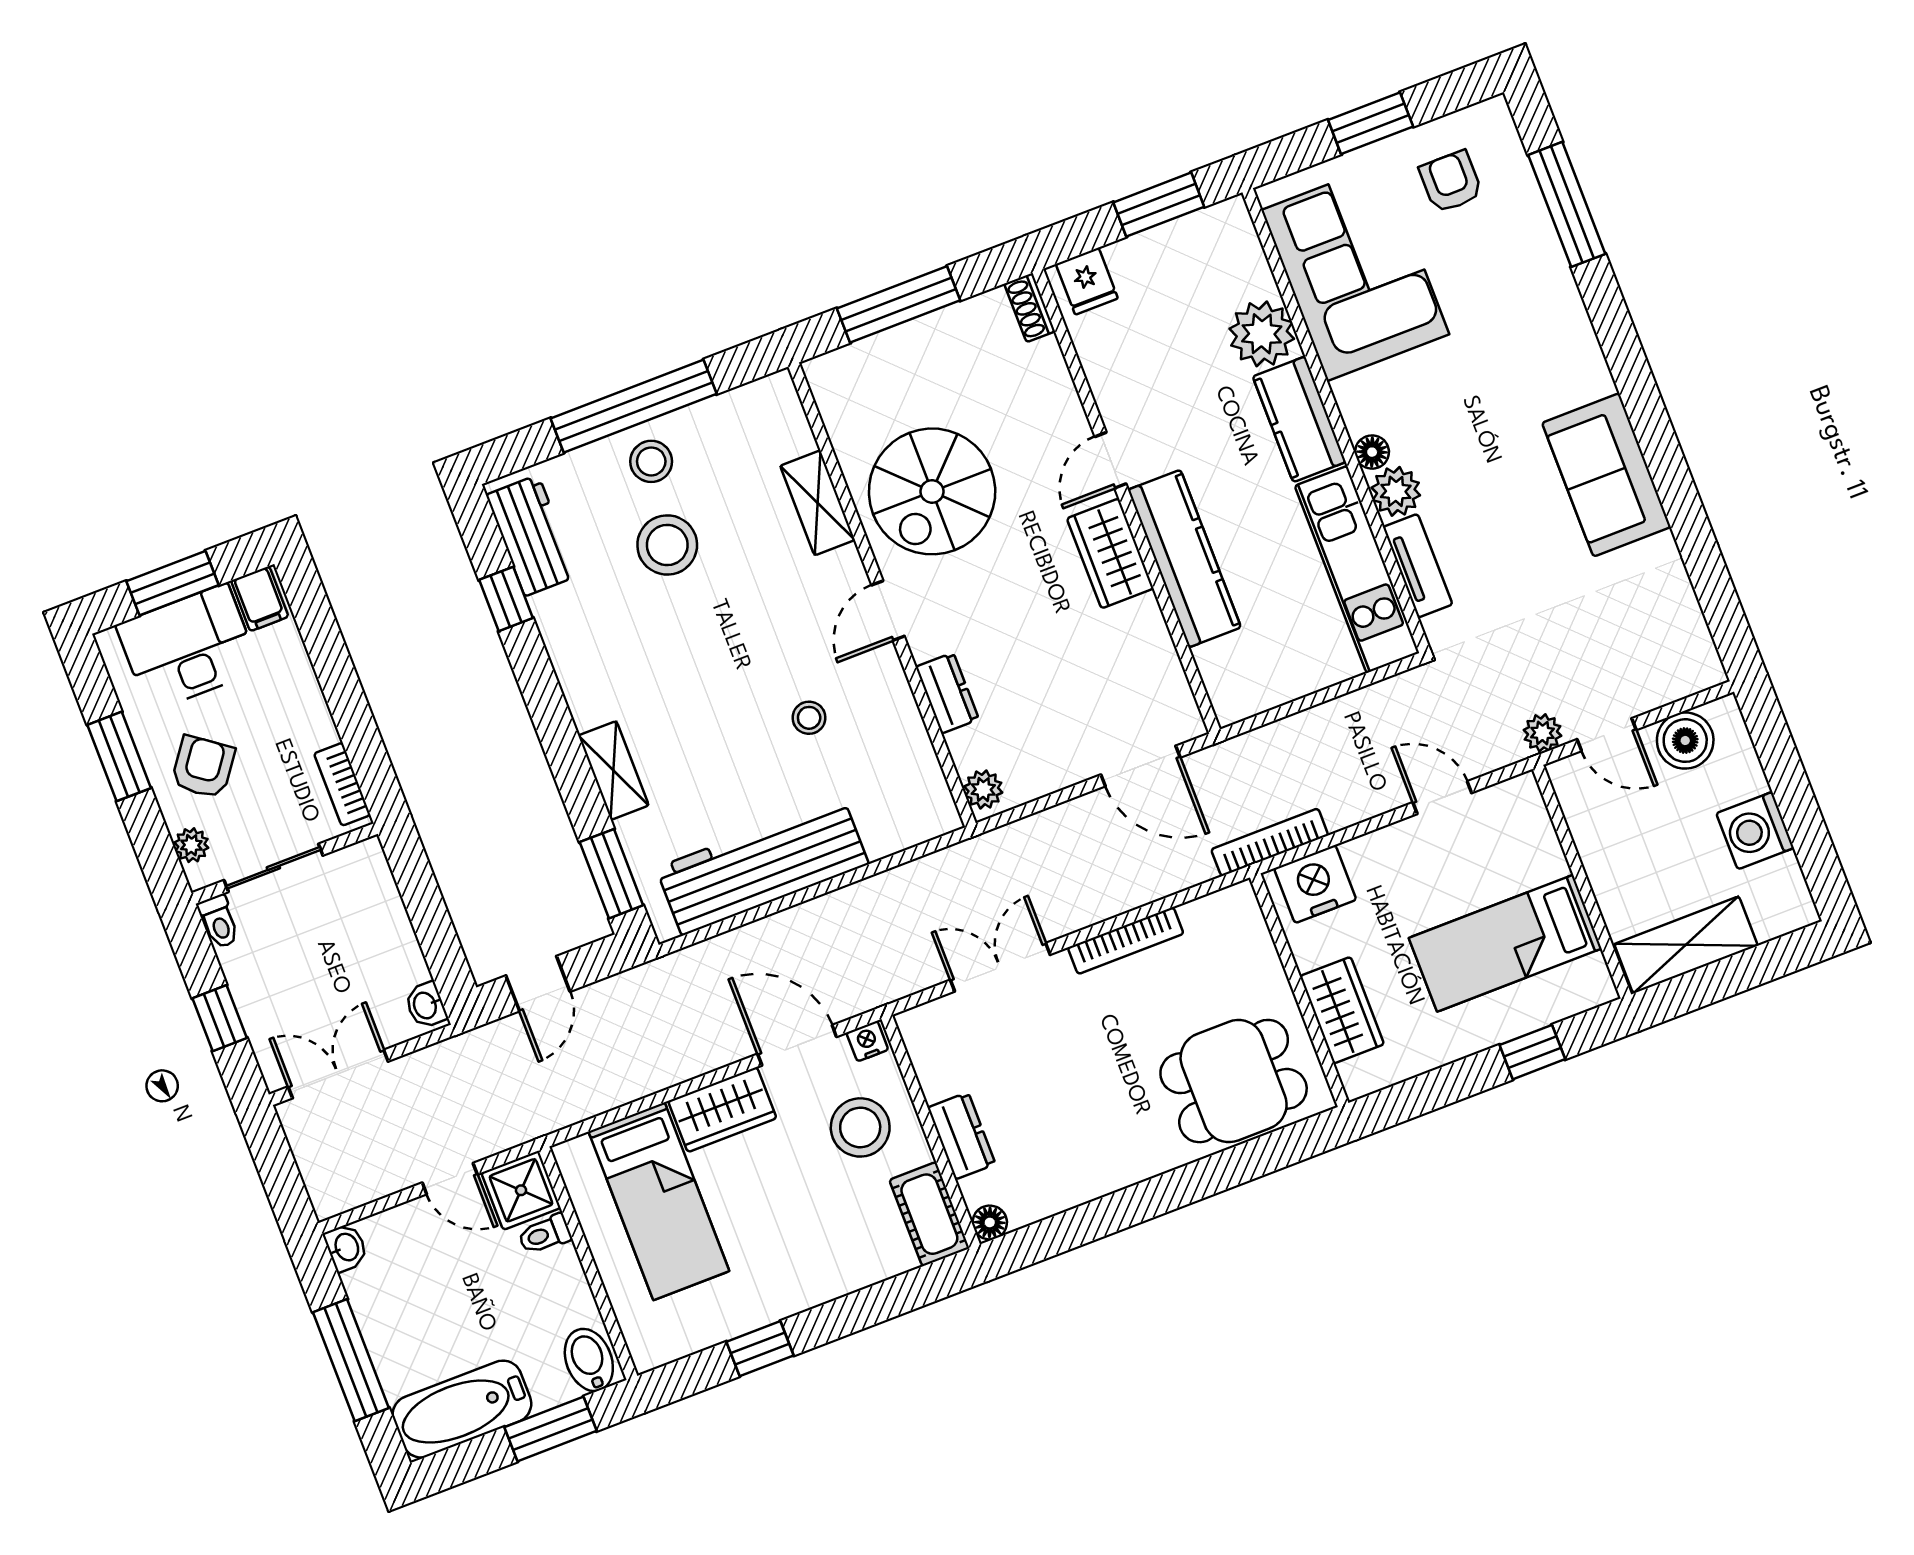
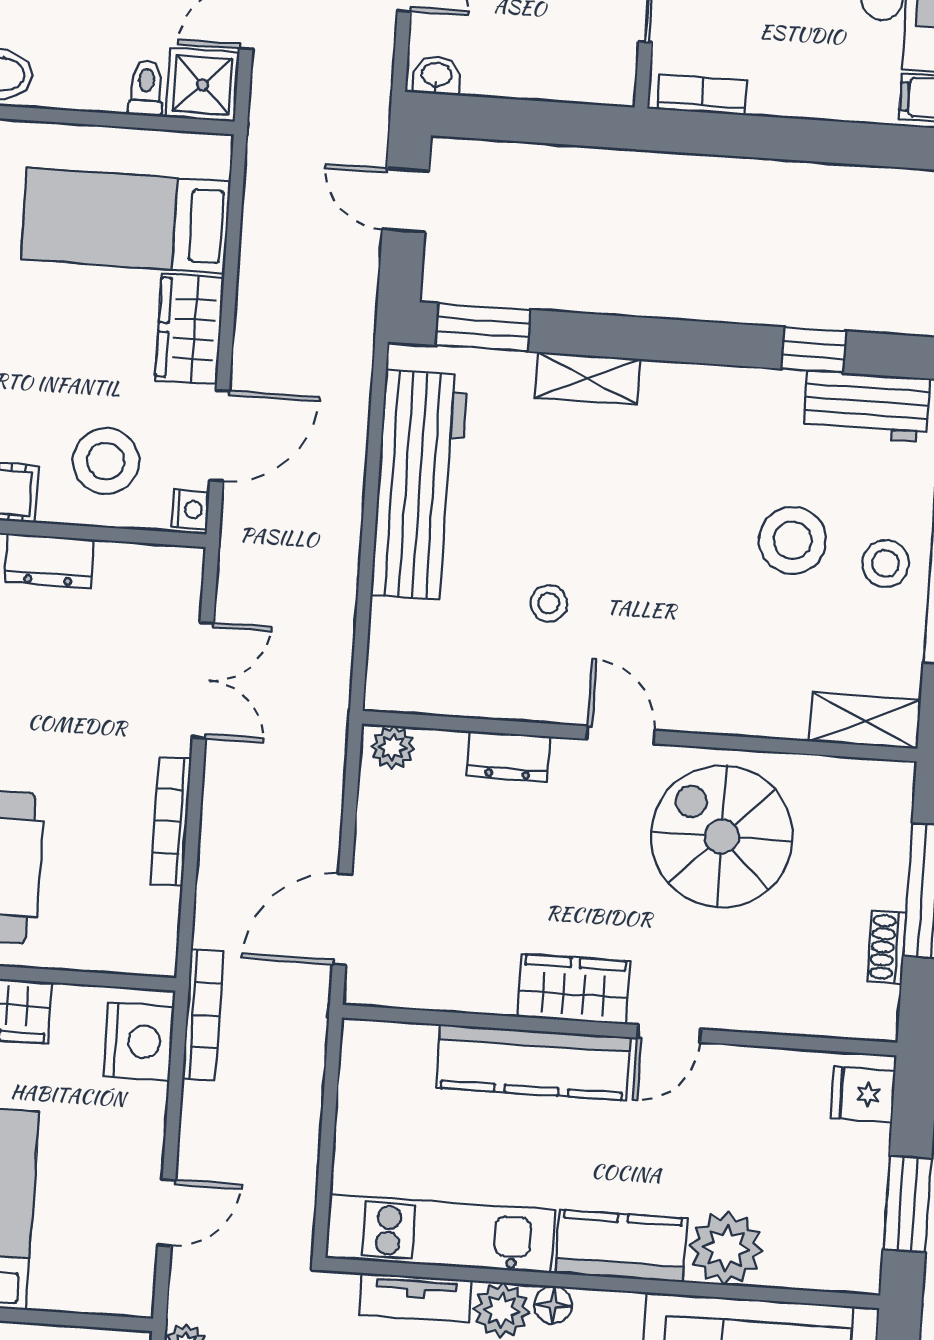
shoe rack: (1030, 308) -> (887, 947), moved, turned -90
door: (1110, 460) -> (669, 1034), swing flipped
shelving: (818, 503) -> (865, 721), moved

